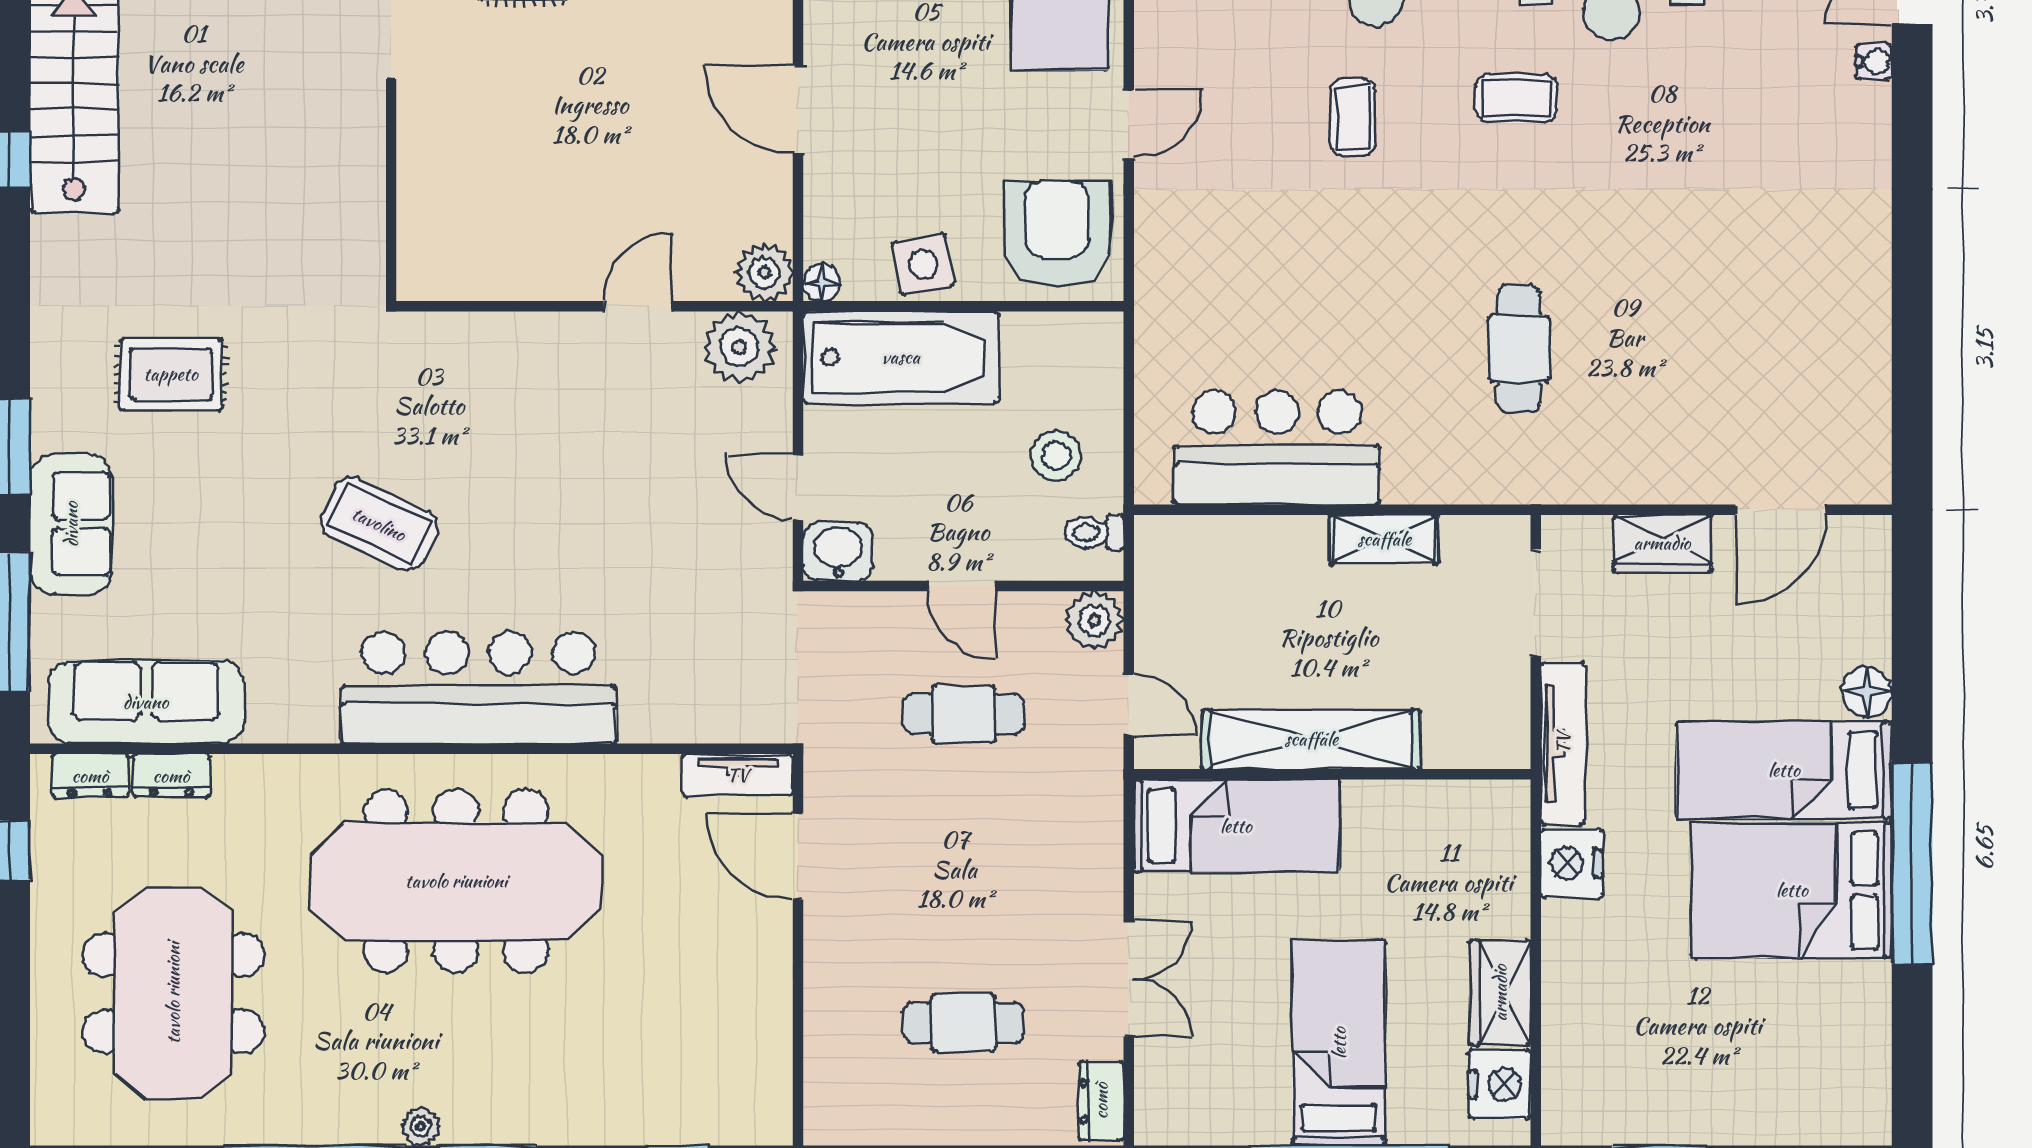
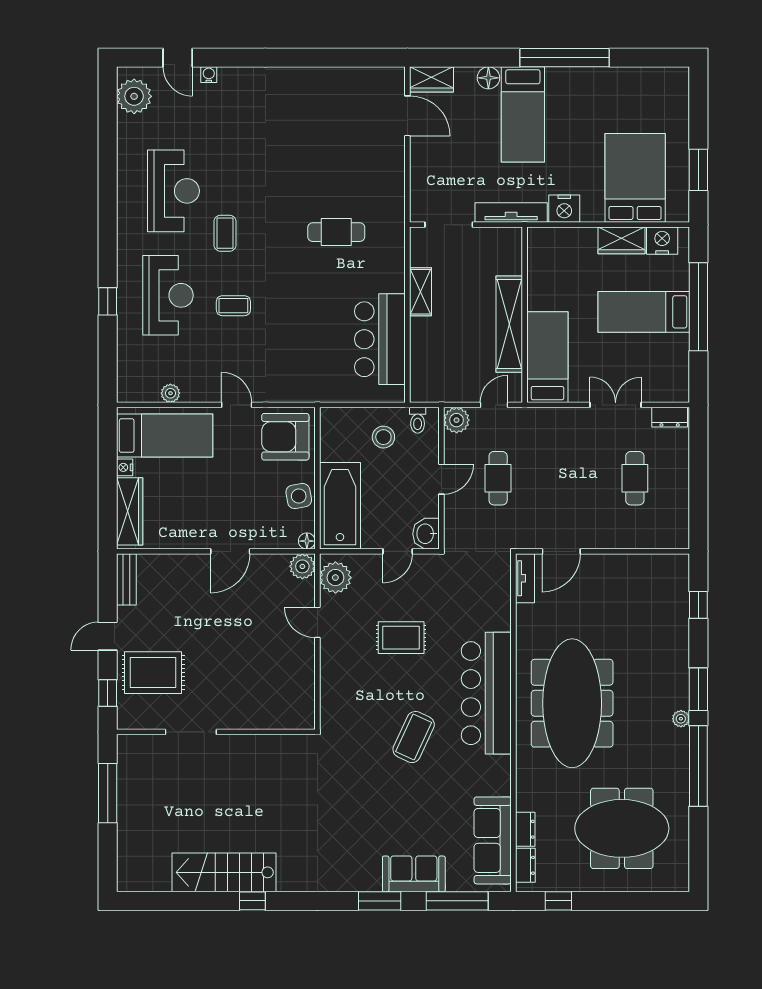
rug: (171, 374) -> (401, 638), moved, turned 90
wardrobe: (1662, 543) -> (432, 79), moved, turned 90
bed: (1792, 890) -> (635, 178), moved, turned 180

